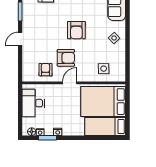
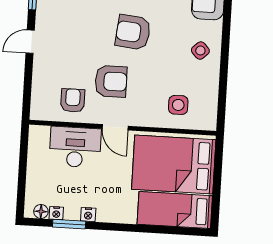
armchair: (76, 30) -> (133, 32), turned 96
door: (70, 83) -> (115, 127), swing flipped
desk: (33, 103) -> (75, 147), moved, turned 90

